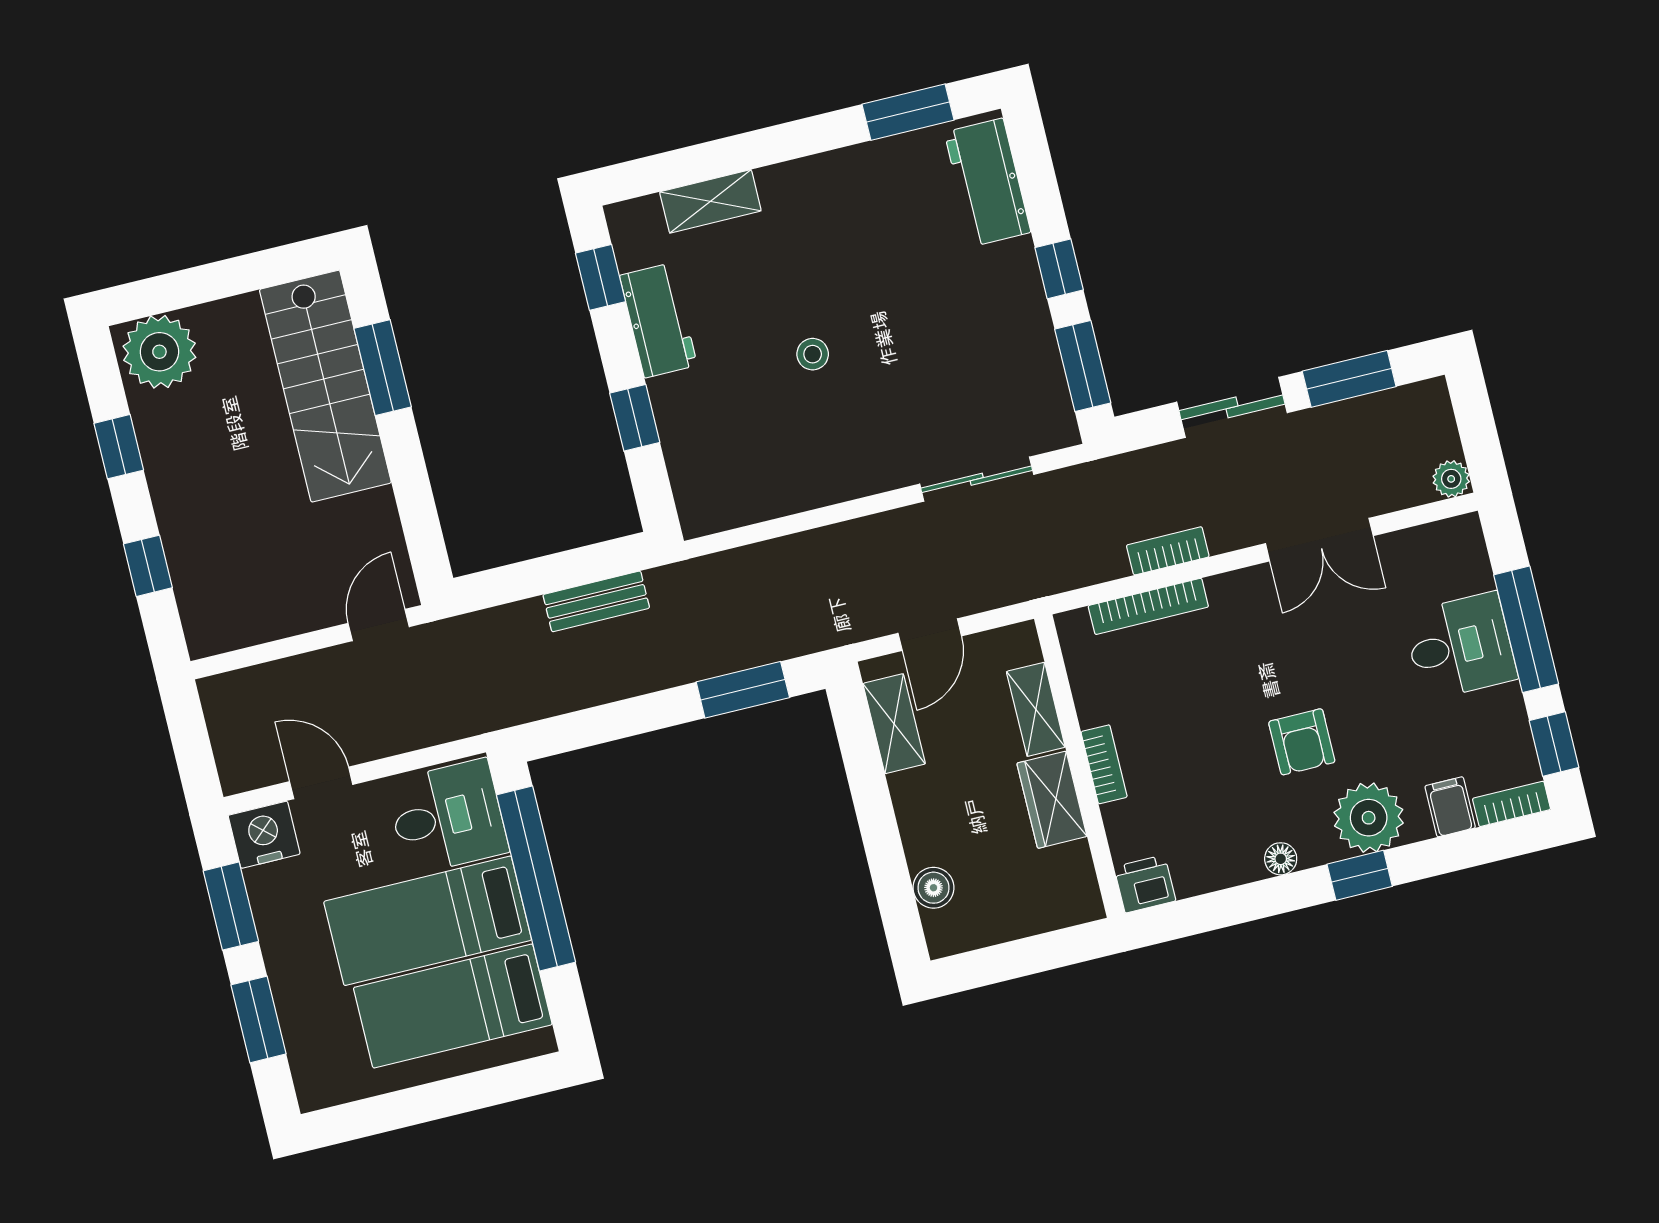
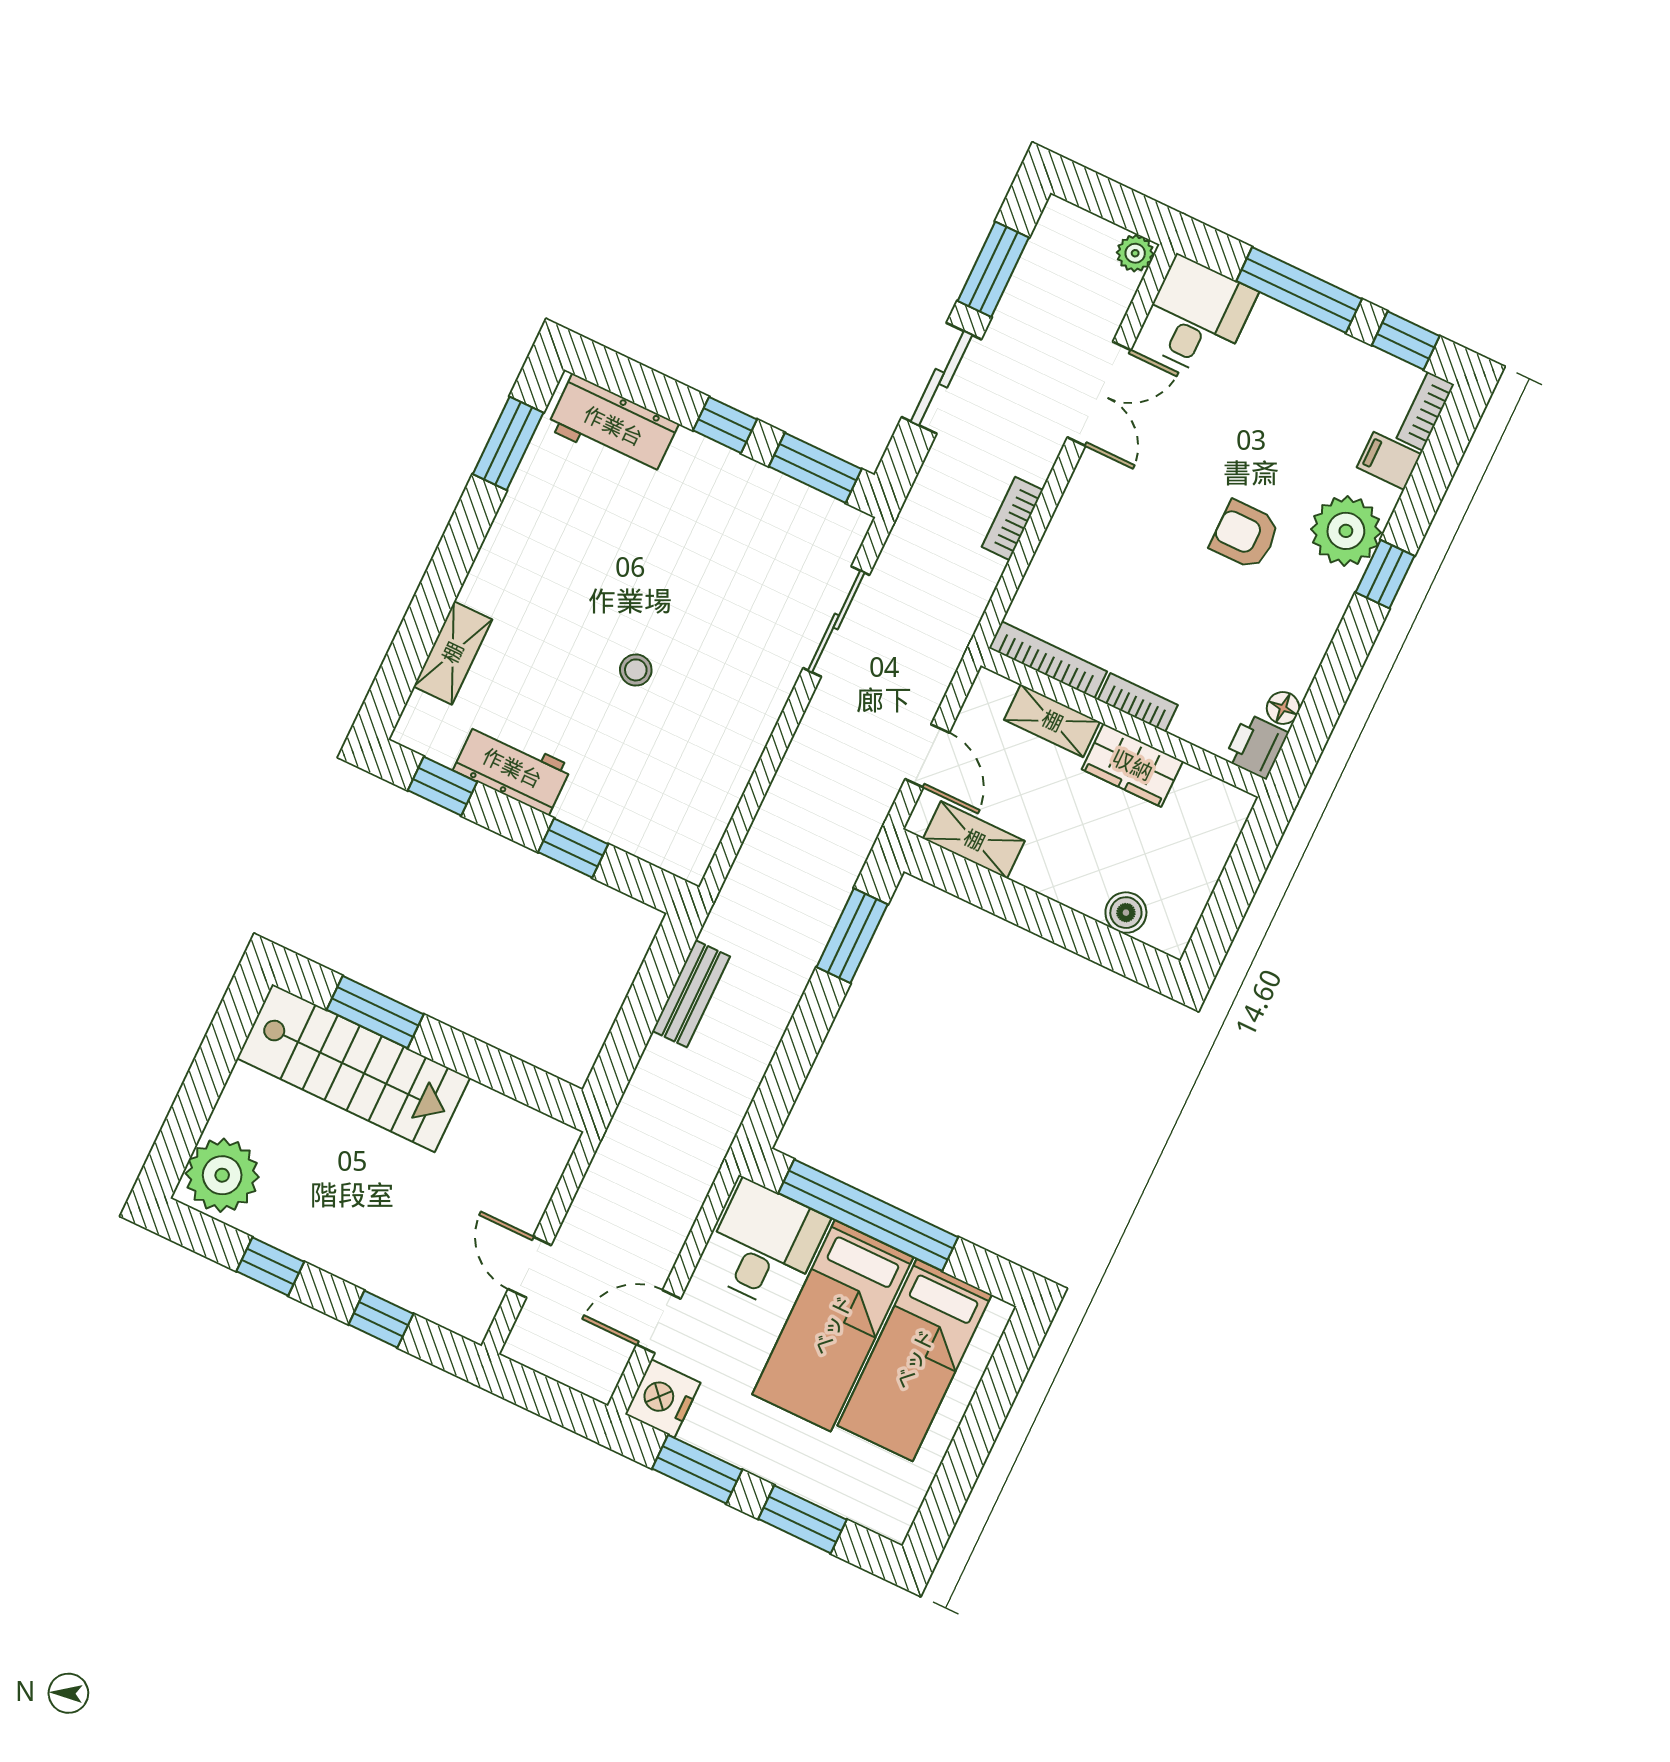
bookcase: (1148, 606) -> (1048, 660), moved, turned -90
door: (379, 625) -> (530, 1267), moved
desk: (1460, 646) -> (1197, 317), moved
armchair: (1302, 742) -> (1245, 535), turned 180
floor lamp: (1281, 859) -> (1283, 708), moved

